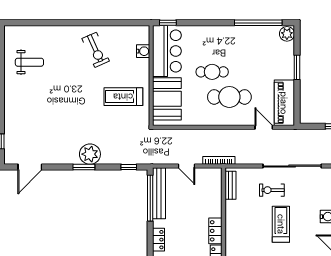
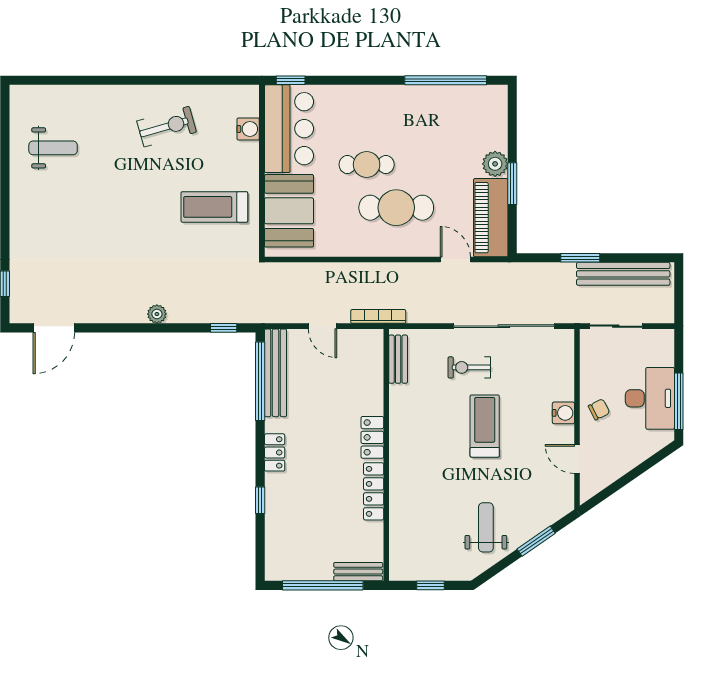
plant: (287, 34) -> (495, 164), moved
exercise bike: (96, 50) -> (167, 127), turned -82
window: (297, 67) -> (512, 184), moved
plant: (90, 154) -> (157, 314), width x0.53, depth x0.53
window: (84, 167) -> (146, 328), removed

